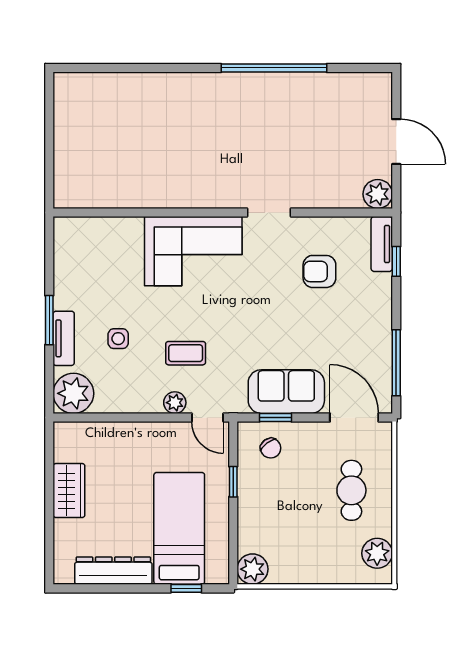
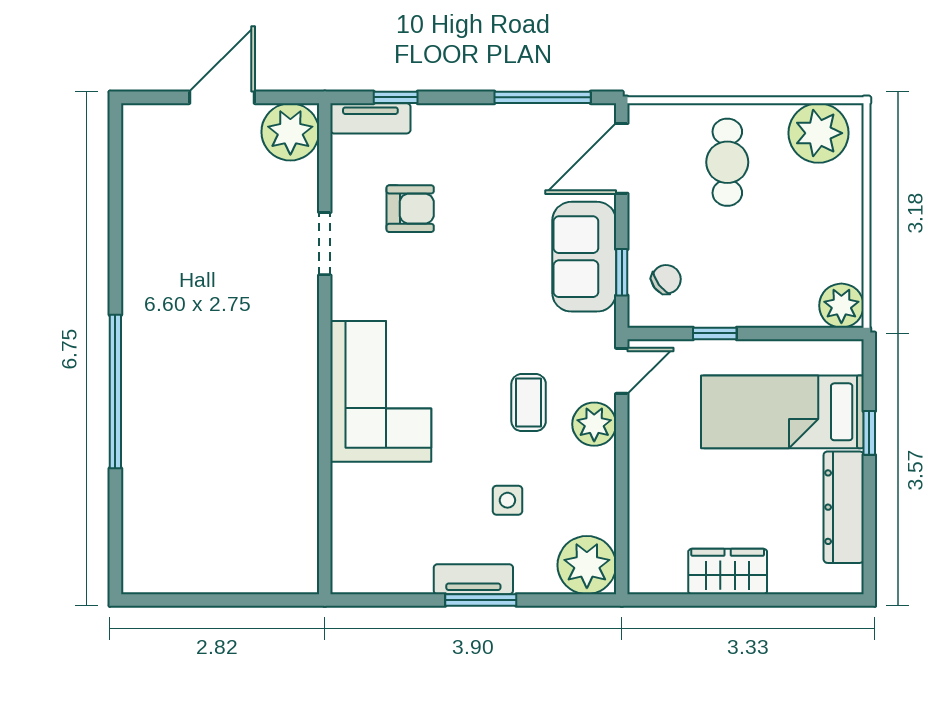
window: (274, 68) -> (115, 392), moved
plant: (378, 194) -> (290, 132), width x1.36, depth x1.36
doorway: (269, 212) -> (325, 244), moved
armchair: (319, 271) -> (410, 209), turned -90
tv unit: (64, 338) -> (473, 579), moved
plant: (175, 403) -> (594, 424), width x1.38, depth x1.38
cafe table: (351, 490) -> (727, 162), turned 90
plant: (377, 553) -> (818, 133), width x1.36, depth x1.36
window: (186, 588) -> (869, 433), moved

